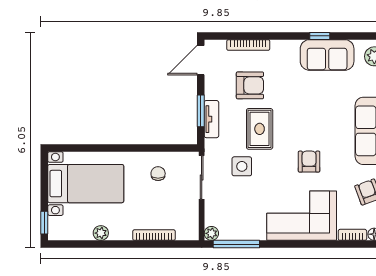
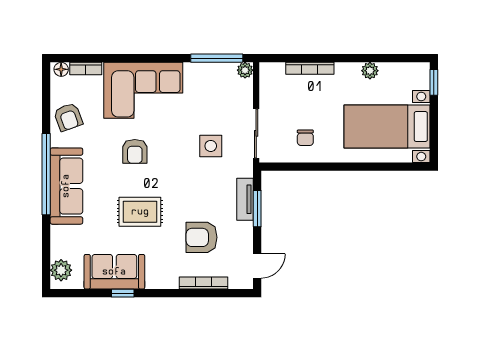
door: (201, 60) -> (257, 266), width x0.73
rug: (260, 129) -> (140, 212), moved, turned 90

